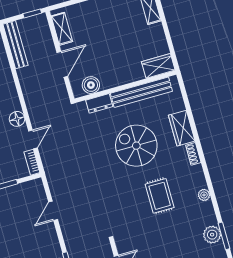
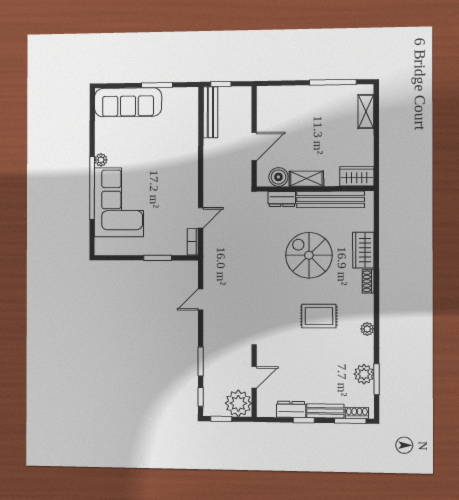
window: (32, 13) -> (221, 84), moved
shelving: (62, 29) -> (306, 179), moved, turned 90
floor lamp: (17, 119) -> (190, 191), removed
rug: (160, 196) -> (319, 316), turned 90

